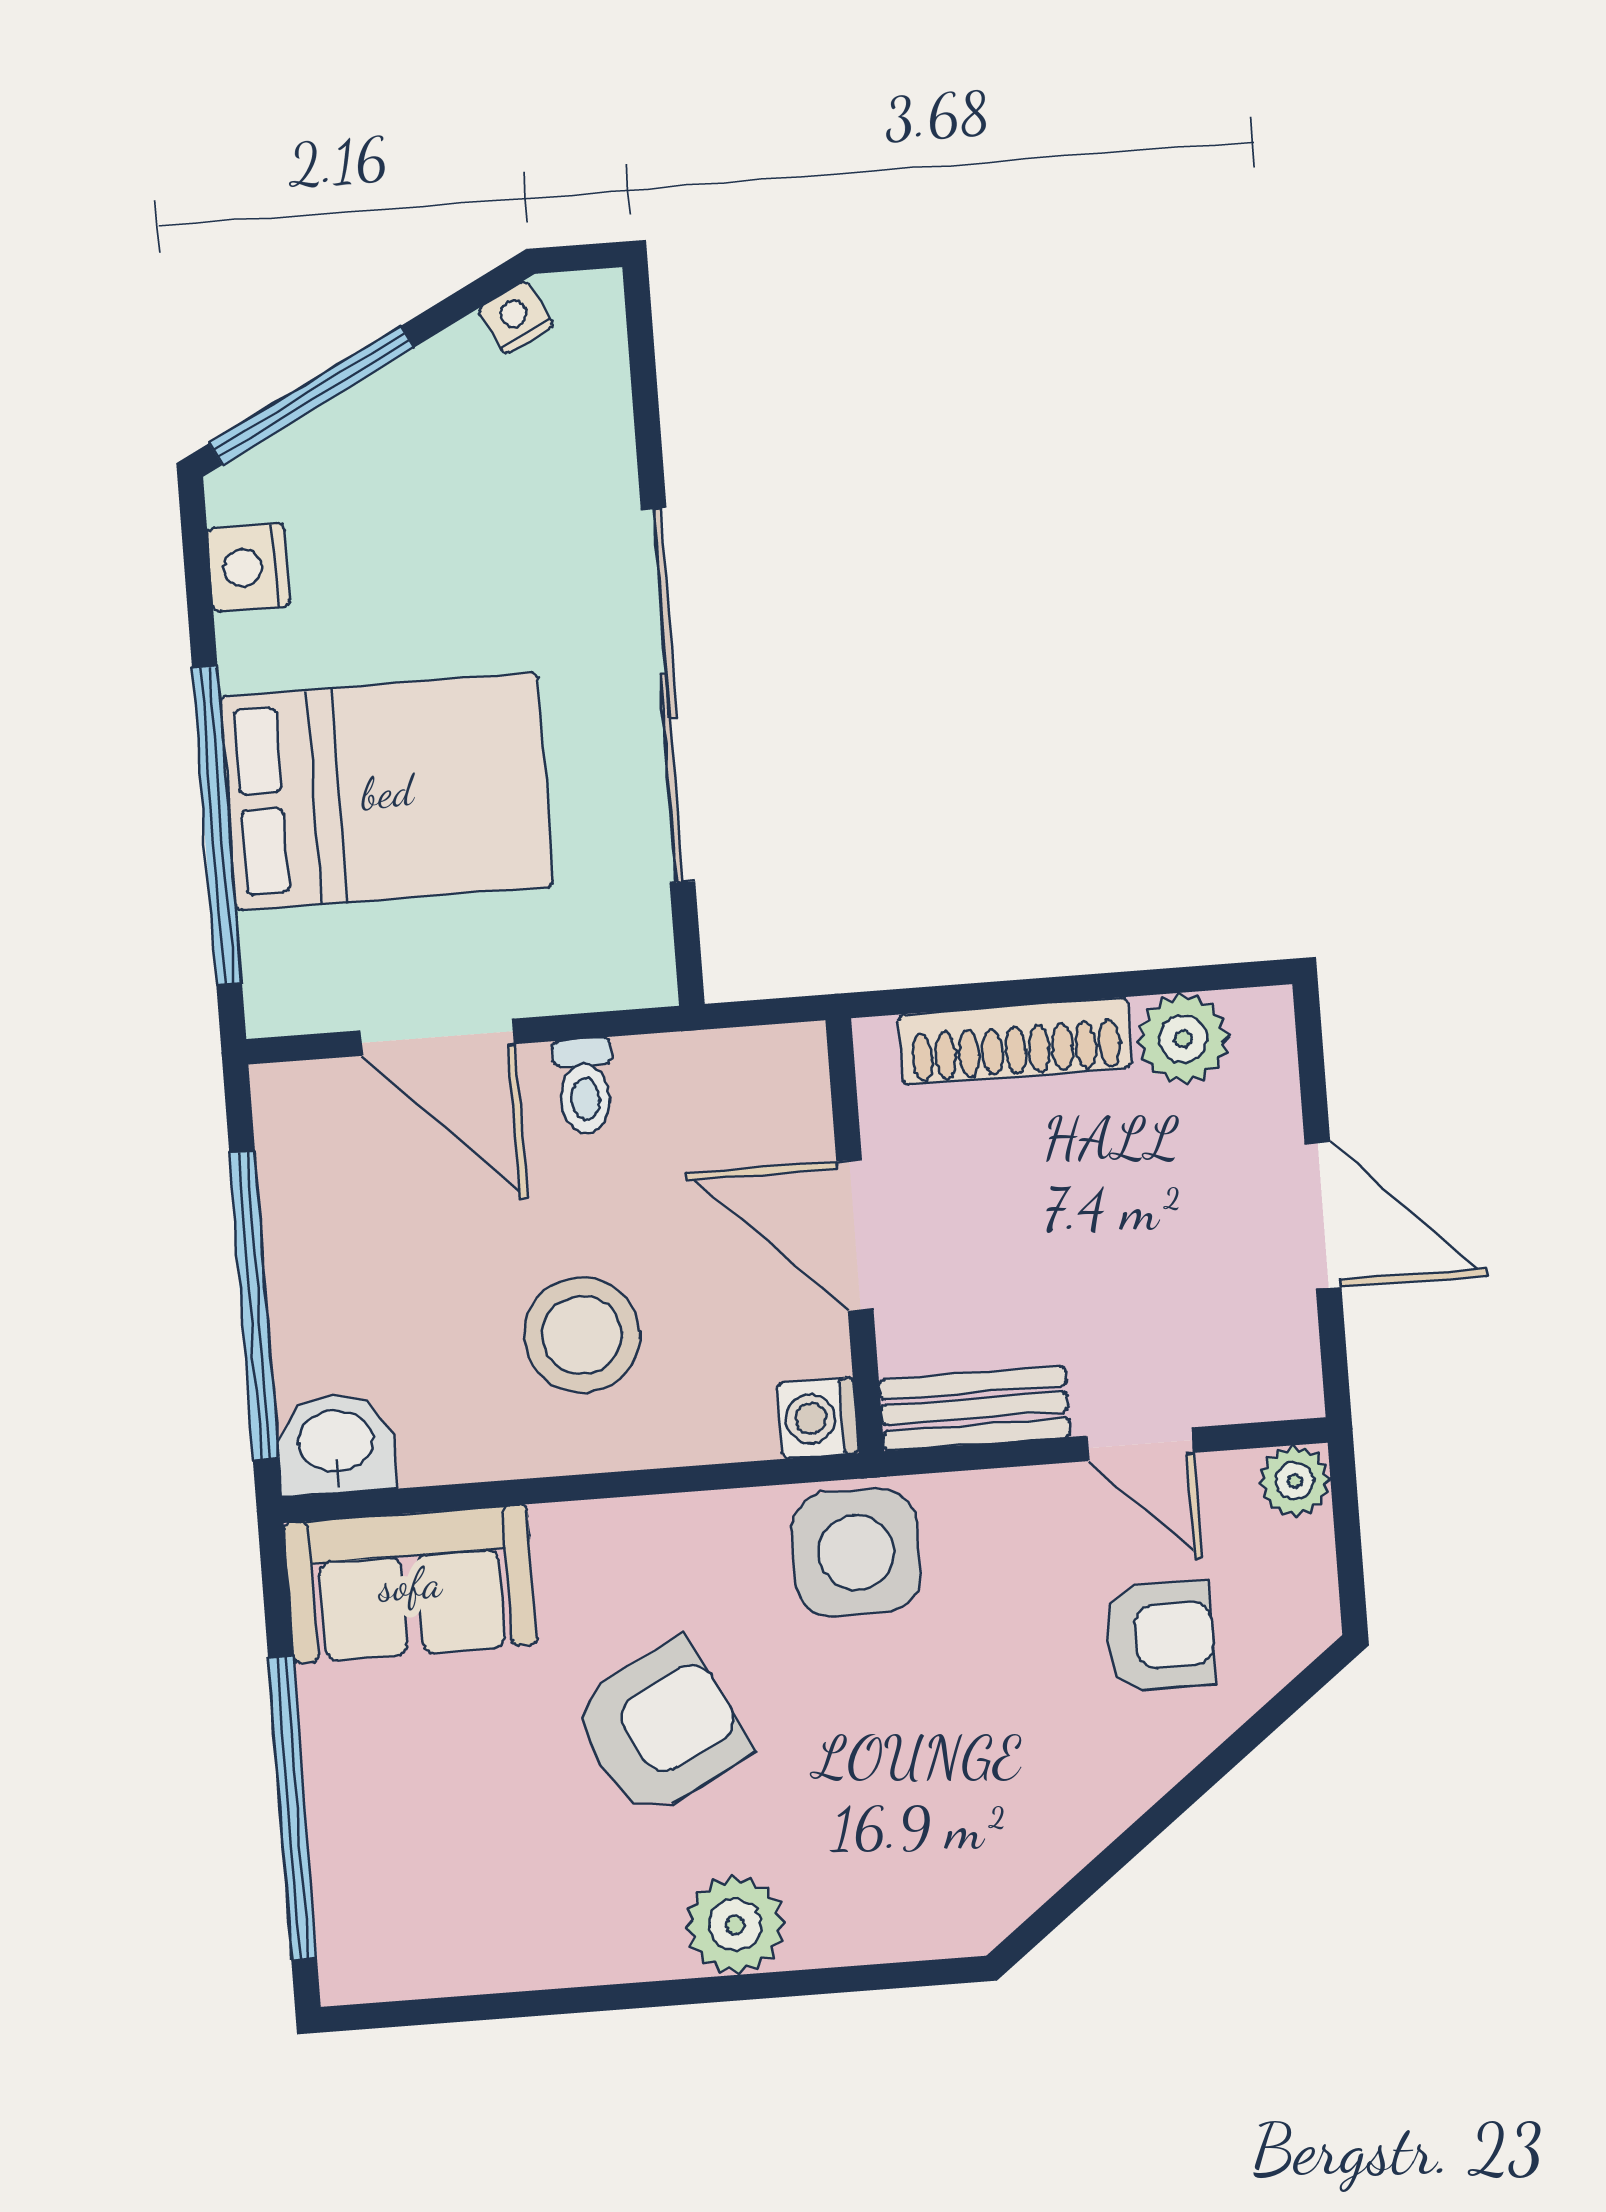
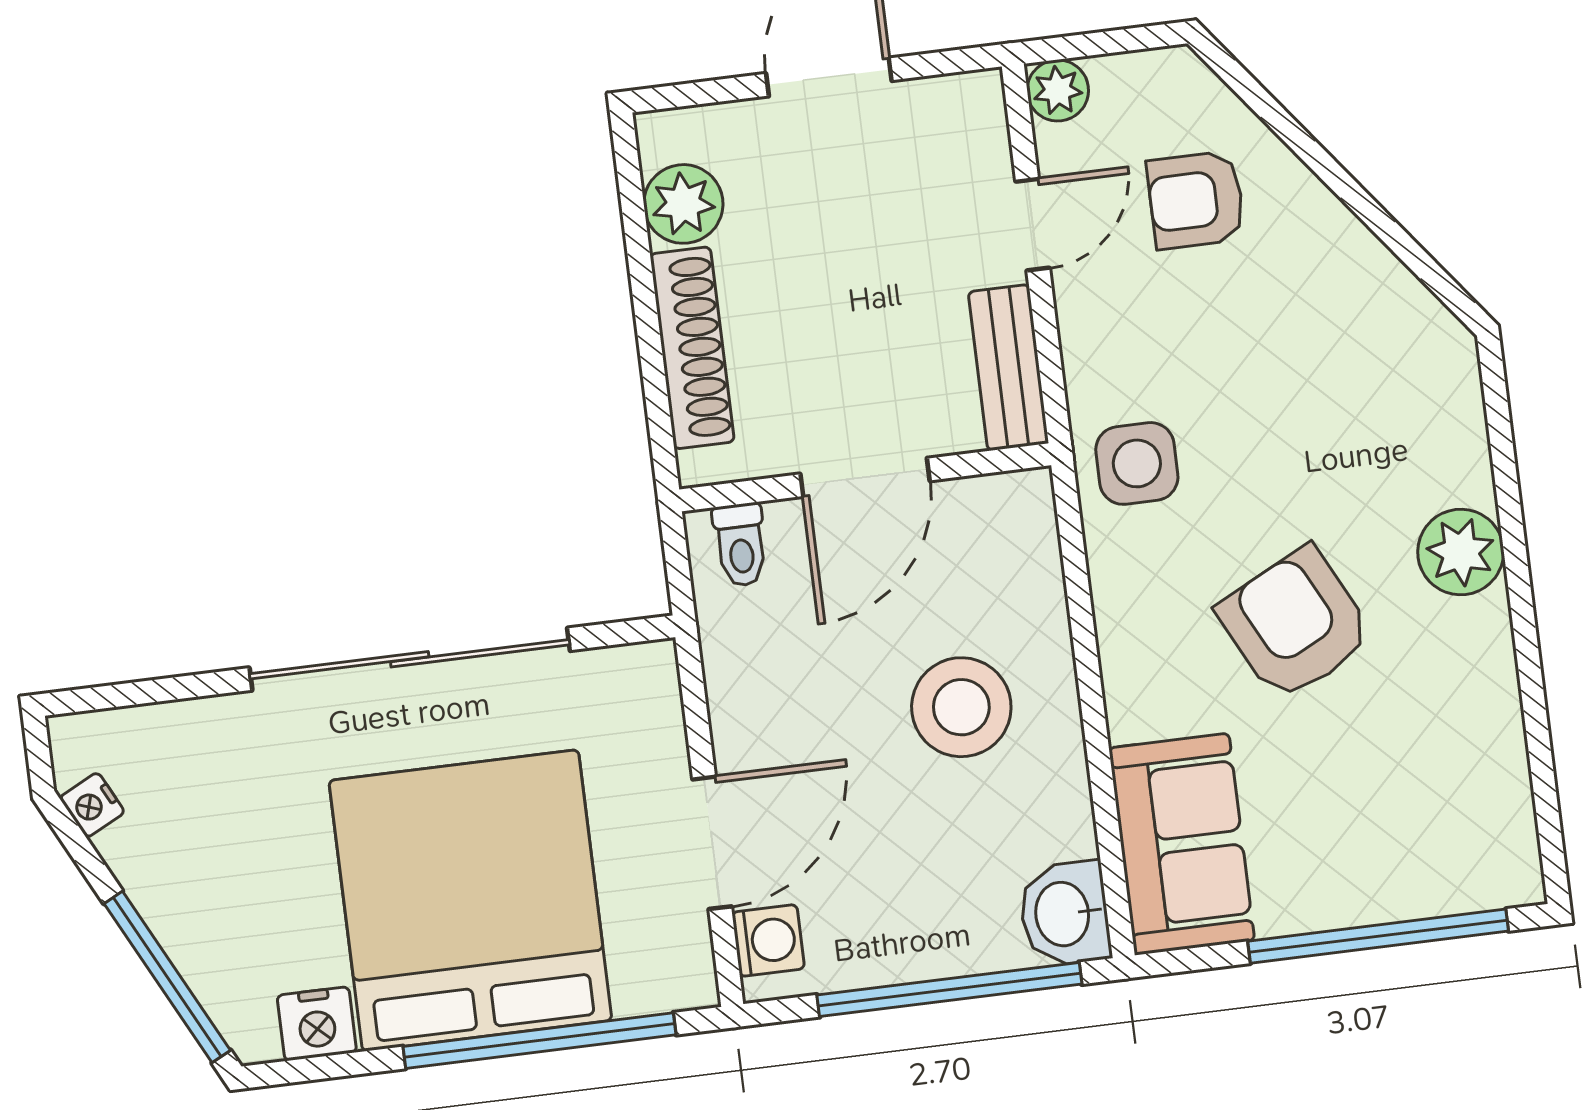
bed: (387, 792) -> (470, 900), width x1.36
toilet: (584, 1086) -> (740, 545), moved, turned 90
washing machine: (818, 1418) -> (768, 940), moved, turned -90
side table: (856, 1553) -> (1137, 463), width x0.73, depth x0.73
armchair: (1160, 1636) -> (1196, 200), turned -90

